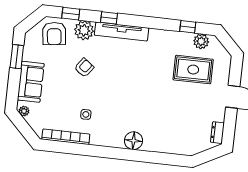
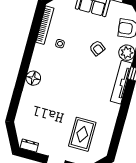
window: (188, 27) -> (117, 135), removed
plant: (201, 41) -> (104, 144), removed

